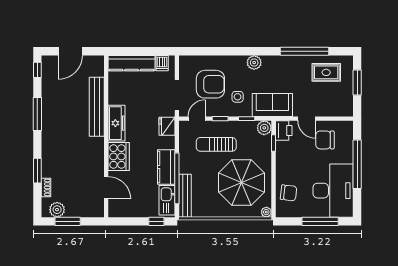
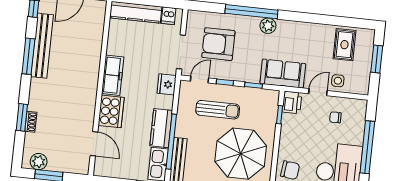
window: (305, 51) -> (251, 12), moved
rug: (326, 72) -> (344, 45), turned 90
armchair: (210, 84) -> (218, 44), turned 180
side table: (238, 97) -> (338, 81), moved
bench: (97, 107) -> (42, 46), moved
door: (306, 119) -> (318, 92), swing flipped
plant: (264, 128) -> (271, 97), removed
chair: (325, 140) -> (335, 117), width x0.54, depth x0.54
sun lounger: (216, 144) -> (218, 110), turned 180
shoe rack: (46, 187) -> (31, 122), moved

